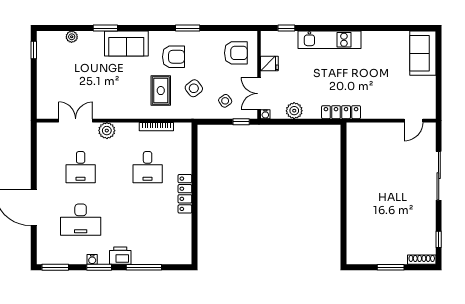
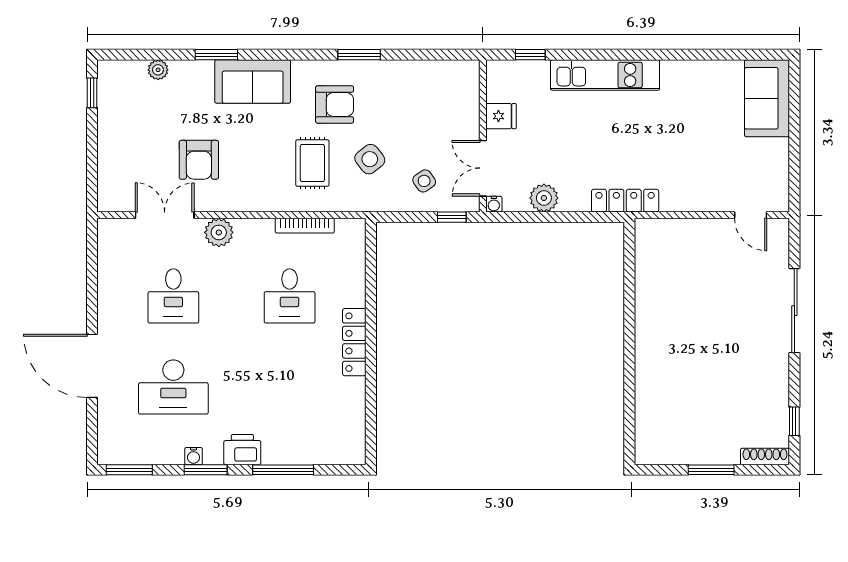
armchair: (236, 53) -> (199, 160), moved, turned 90
door: (413, 121) -> (751, 215), hinge flipped

